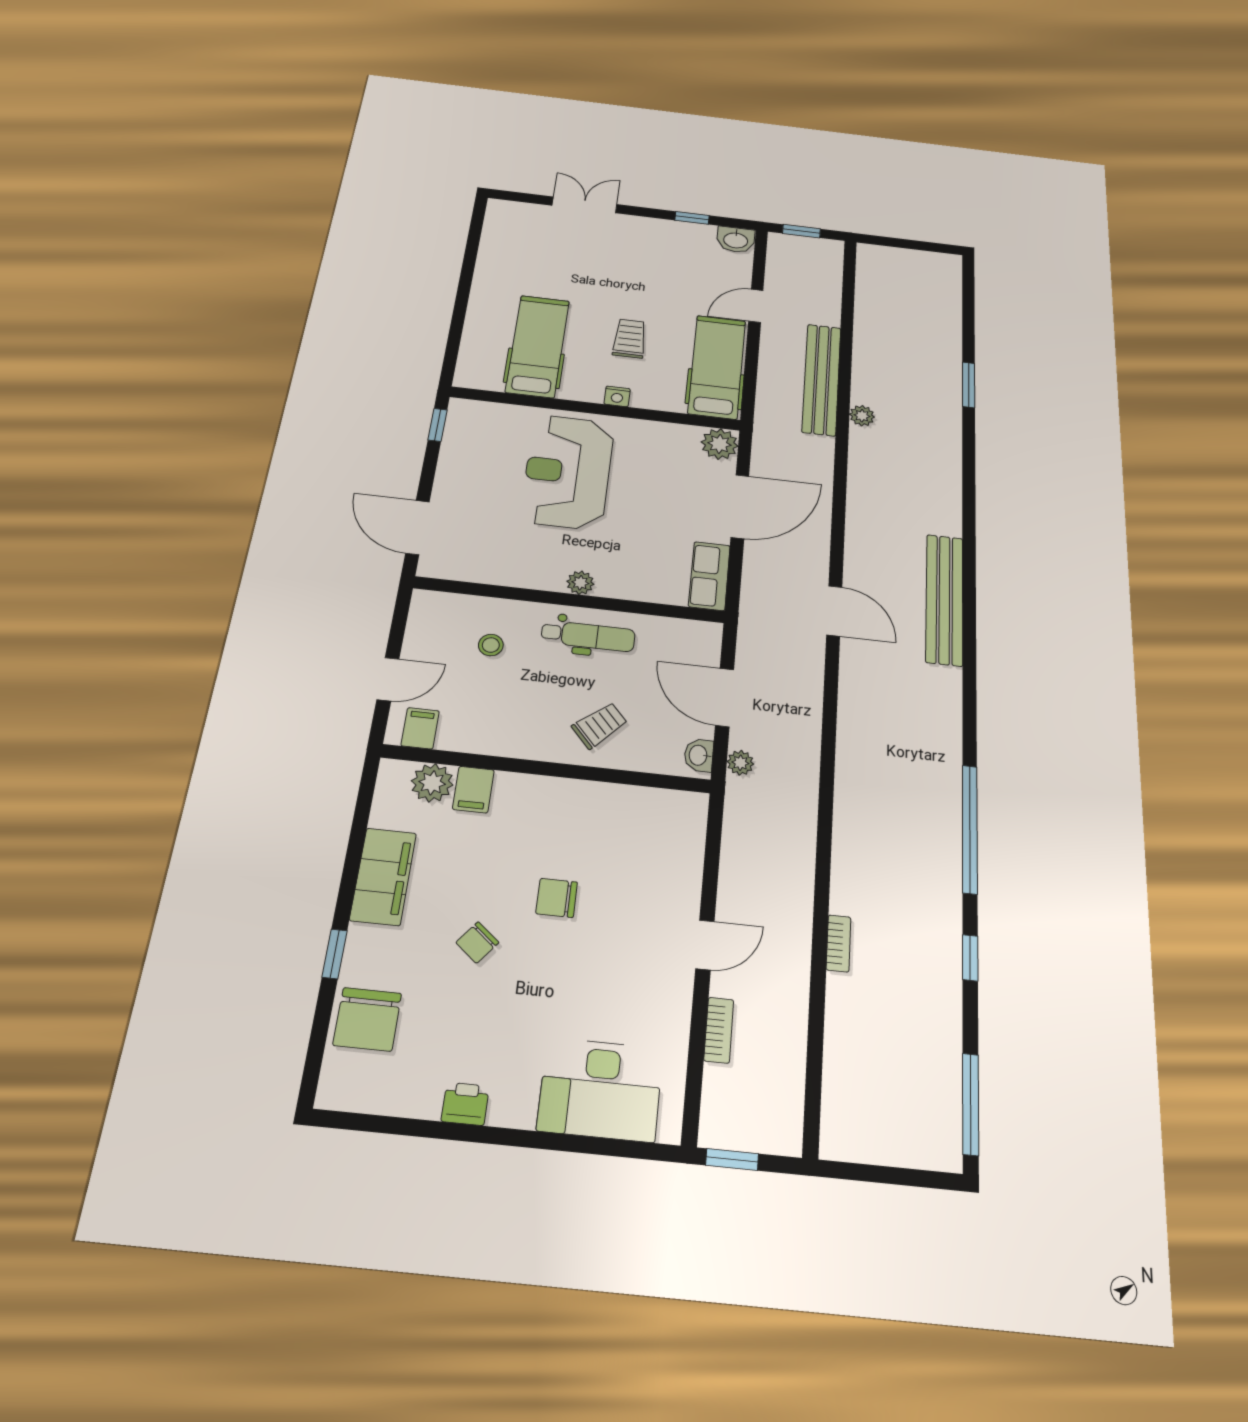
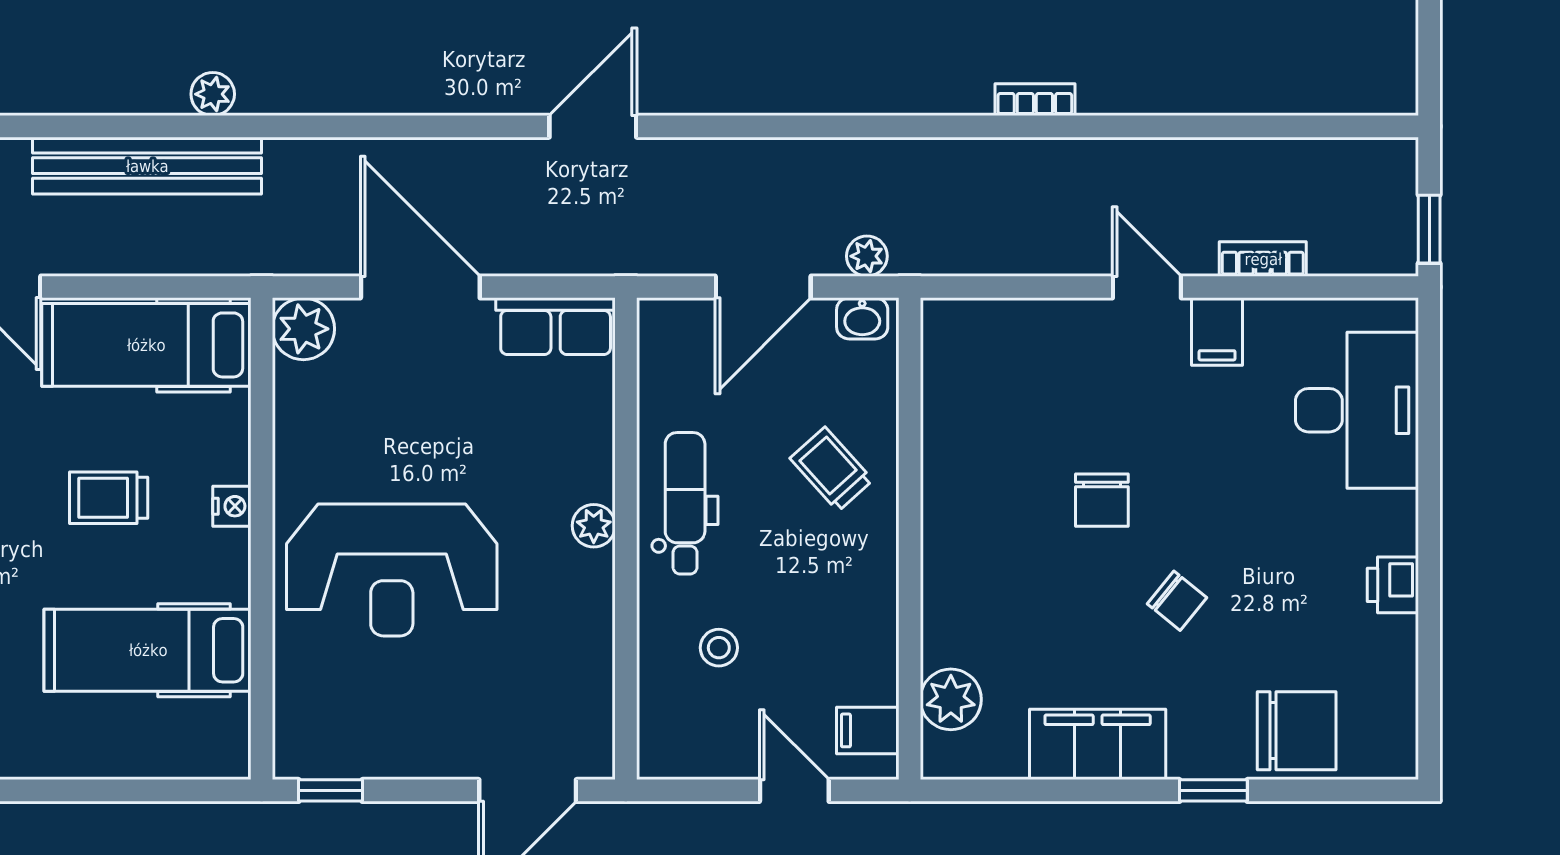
filing cabinet: (473, 790) -> (1217, 332), moved, turned 90
bookcase: (838, 943) -> (1035, 100), moved

